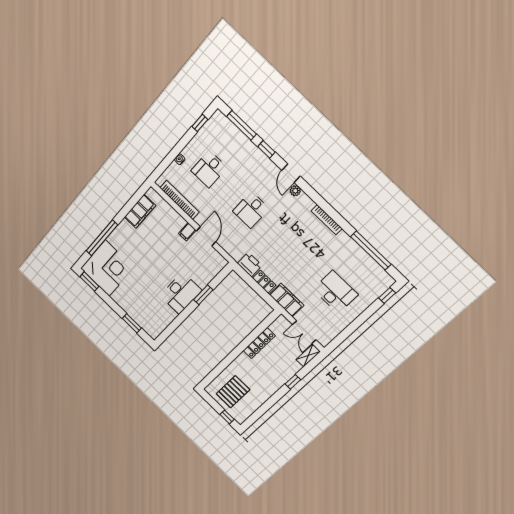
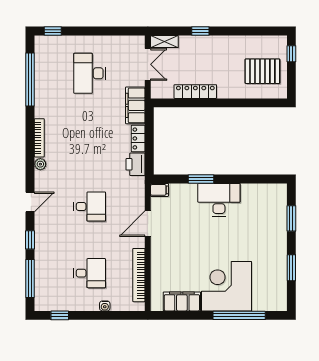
plant: (295, 191) -> (40, 164), moved
filing cabinet: (187, 232) -> (160, 190), moved
corner desk: (107, 268) -> (226, 286), moved
window: (89, 281) -> (291, 268), moved

